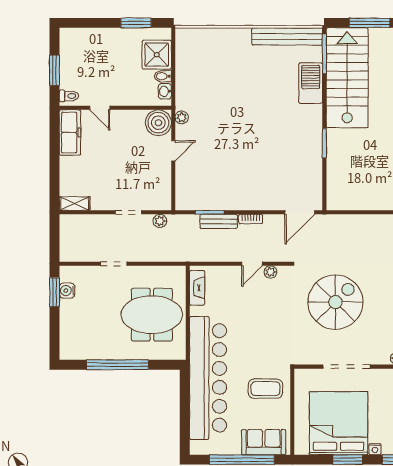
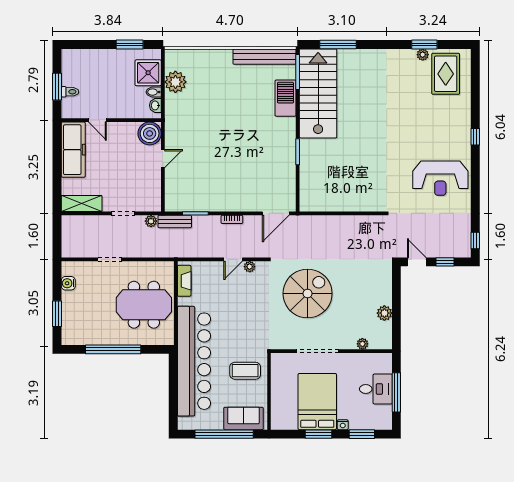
toilet: (69, 96) -> (70, 92), moved
plant: (182, 117) -> (175, 82), moved, width x1.87, depth x1.87
freezer: (70, 133) -> (73, 150), width x1.36, depth x1.26
shelving: (75, 204) -> (82, 204), width x1.50, depth x1.33
bench: (219, 221) -> (175, 222), moved
window: (55, 292) -> (57, 314), moved
bed: (339, 423) -> (317, 402), width x0.73

